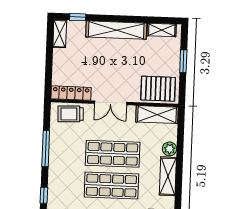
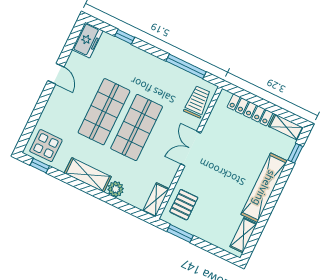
window: (183, 61) -> (180, 233), moved
pallet: (158, 89) -> (184, 205), width x0.67, depth x0.71
locker: (71, 93) -> (250, 110), moved, turned 90
shelving: (157, 115) -> (156, 200), width x0.67, depth x0.75
window: (46, 149) -> (186, 66), moved

